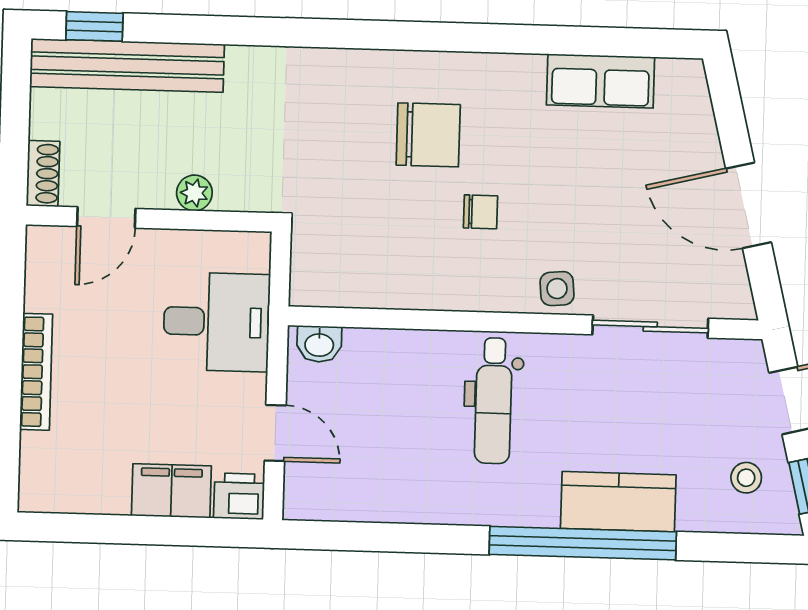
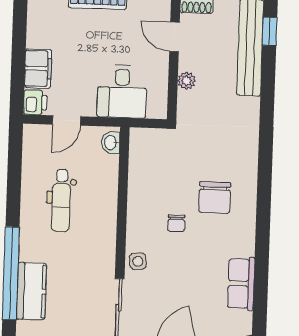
dental chair: (493, 401) -> (61, 201), moved, turned -90

